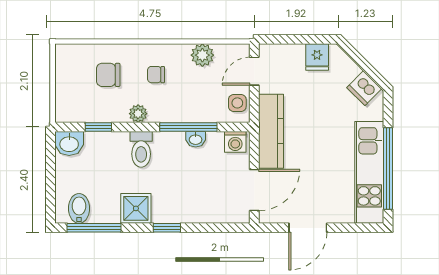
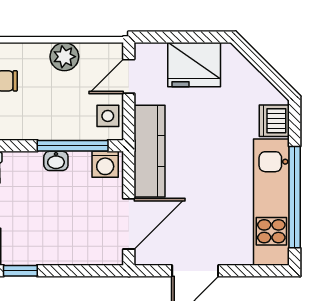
fridge: (317, 57) -> (194, 65), width x1.88, depth x1.34
dishwasher: (364, 88) -> (274, 121), moved, turned 45
window: (188, 127) -> (73, 146), moved

